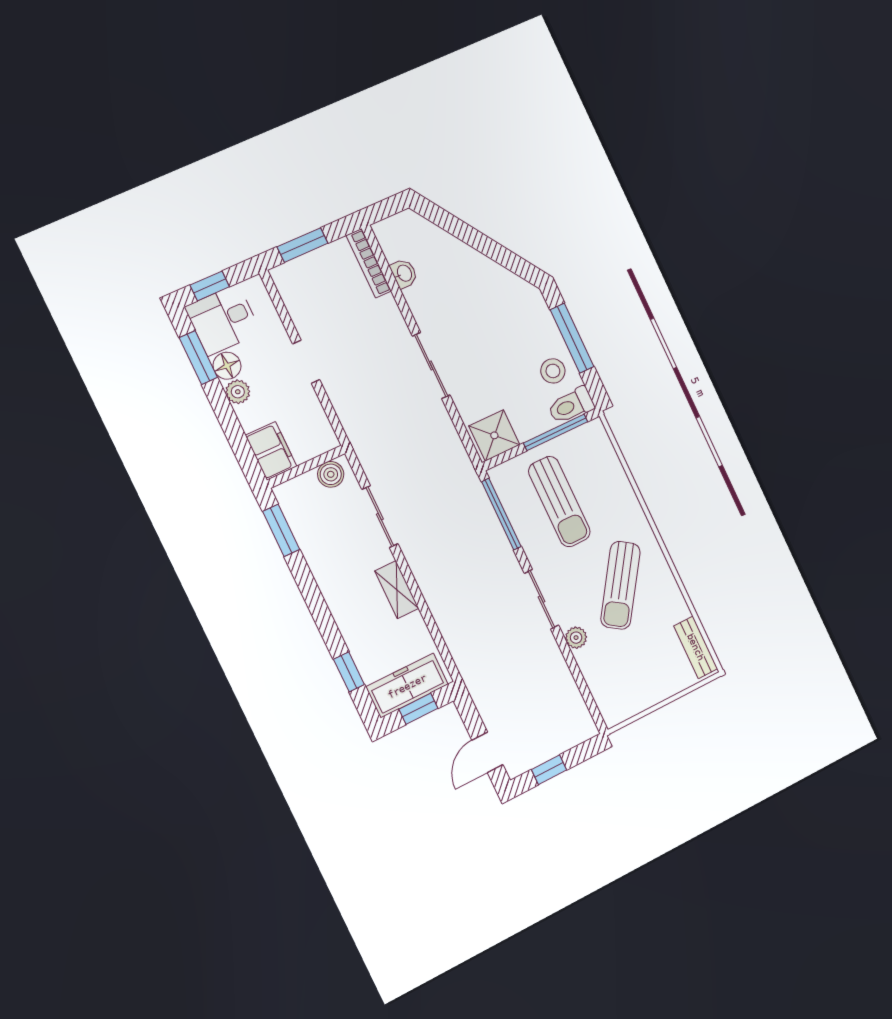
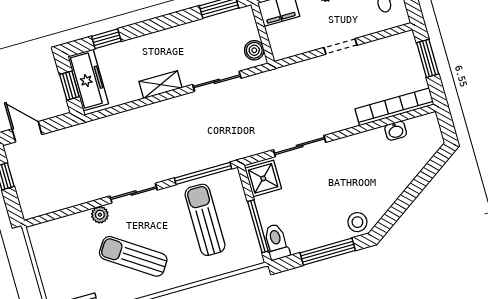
bookcase: (369, 263) -> (394, 107), width x1.48, depth x1.31
sliding door: (431, 365) -> (300, 146), moved
stool: (553, 371) -> (357, 222), moved
sun lounger: (559, 502) -> (205, 220), turned 90

